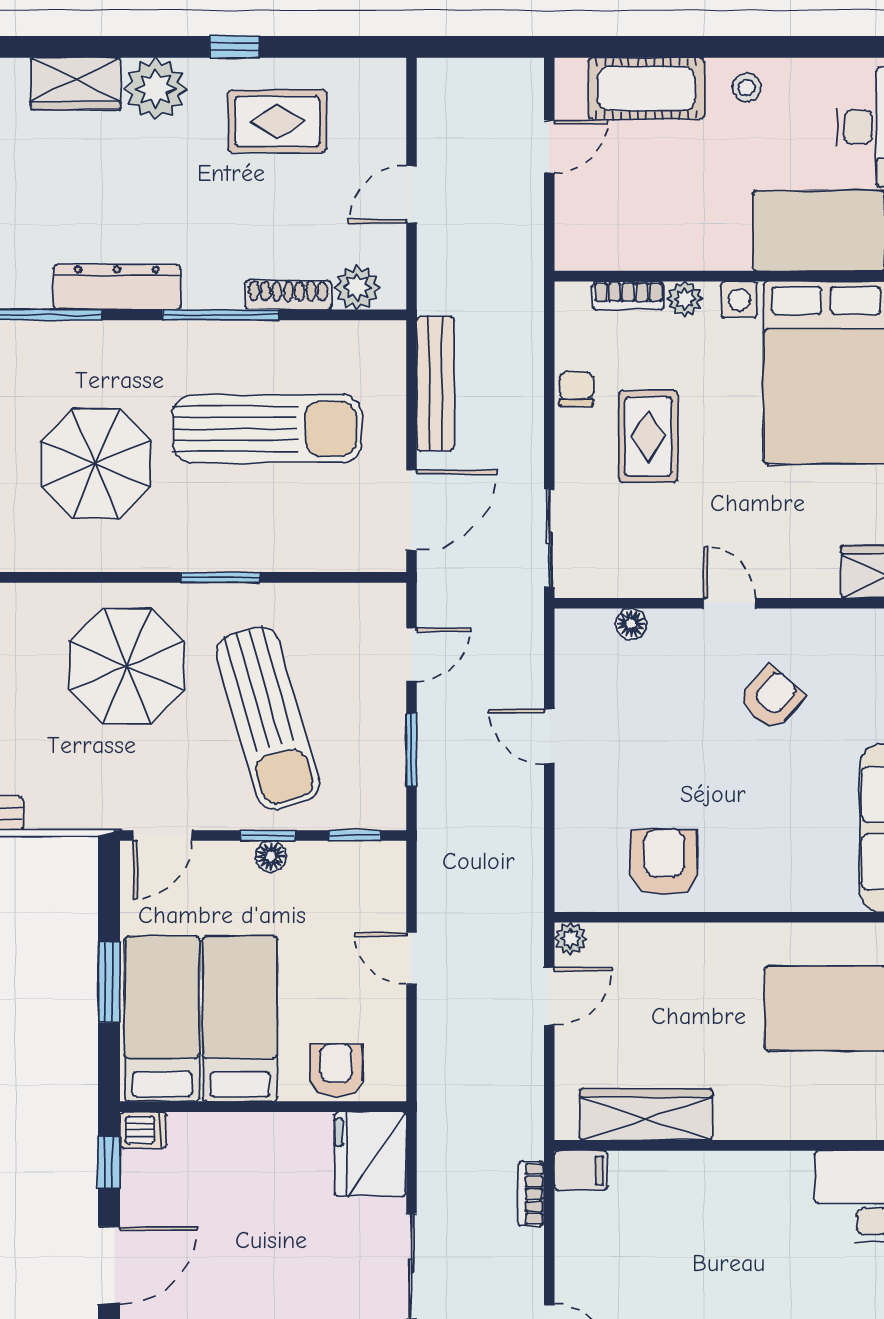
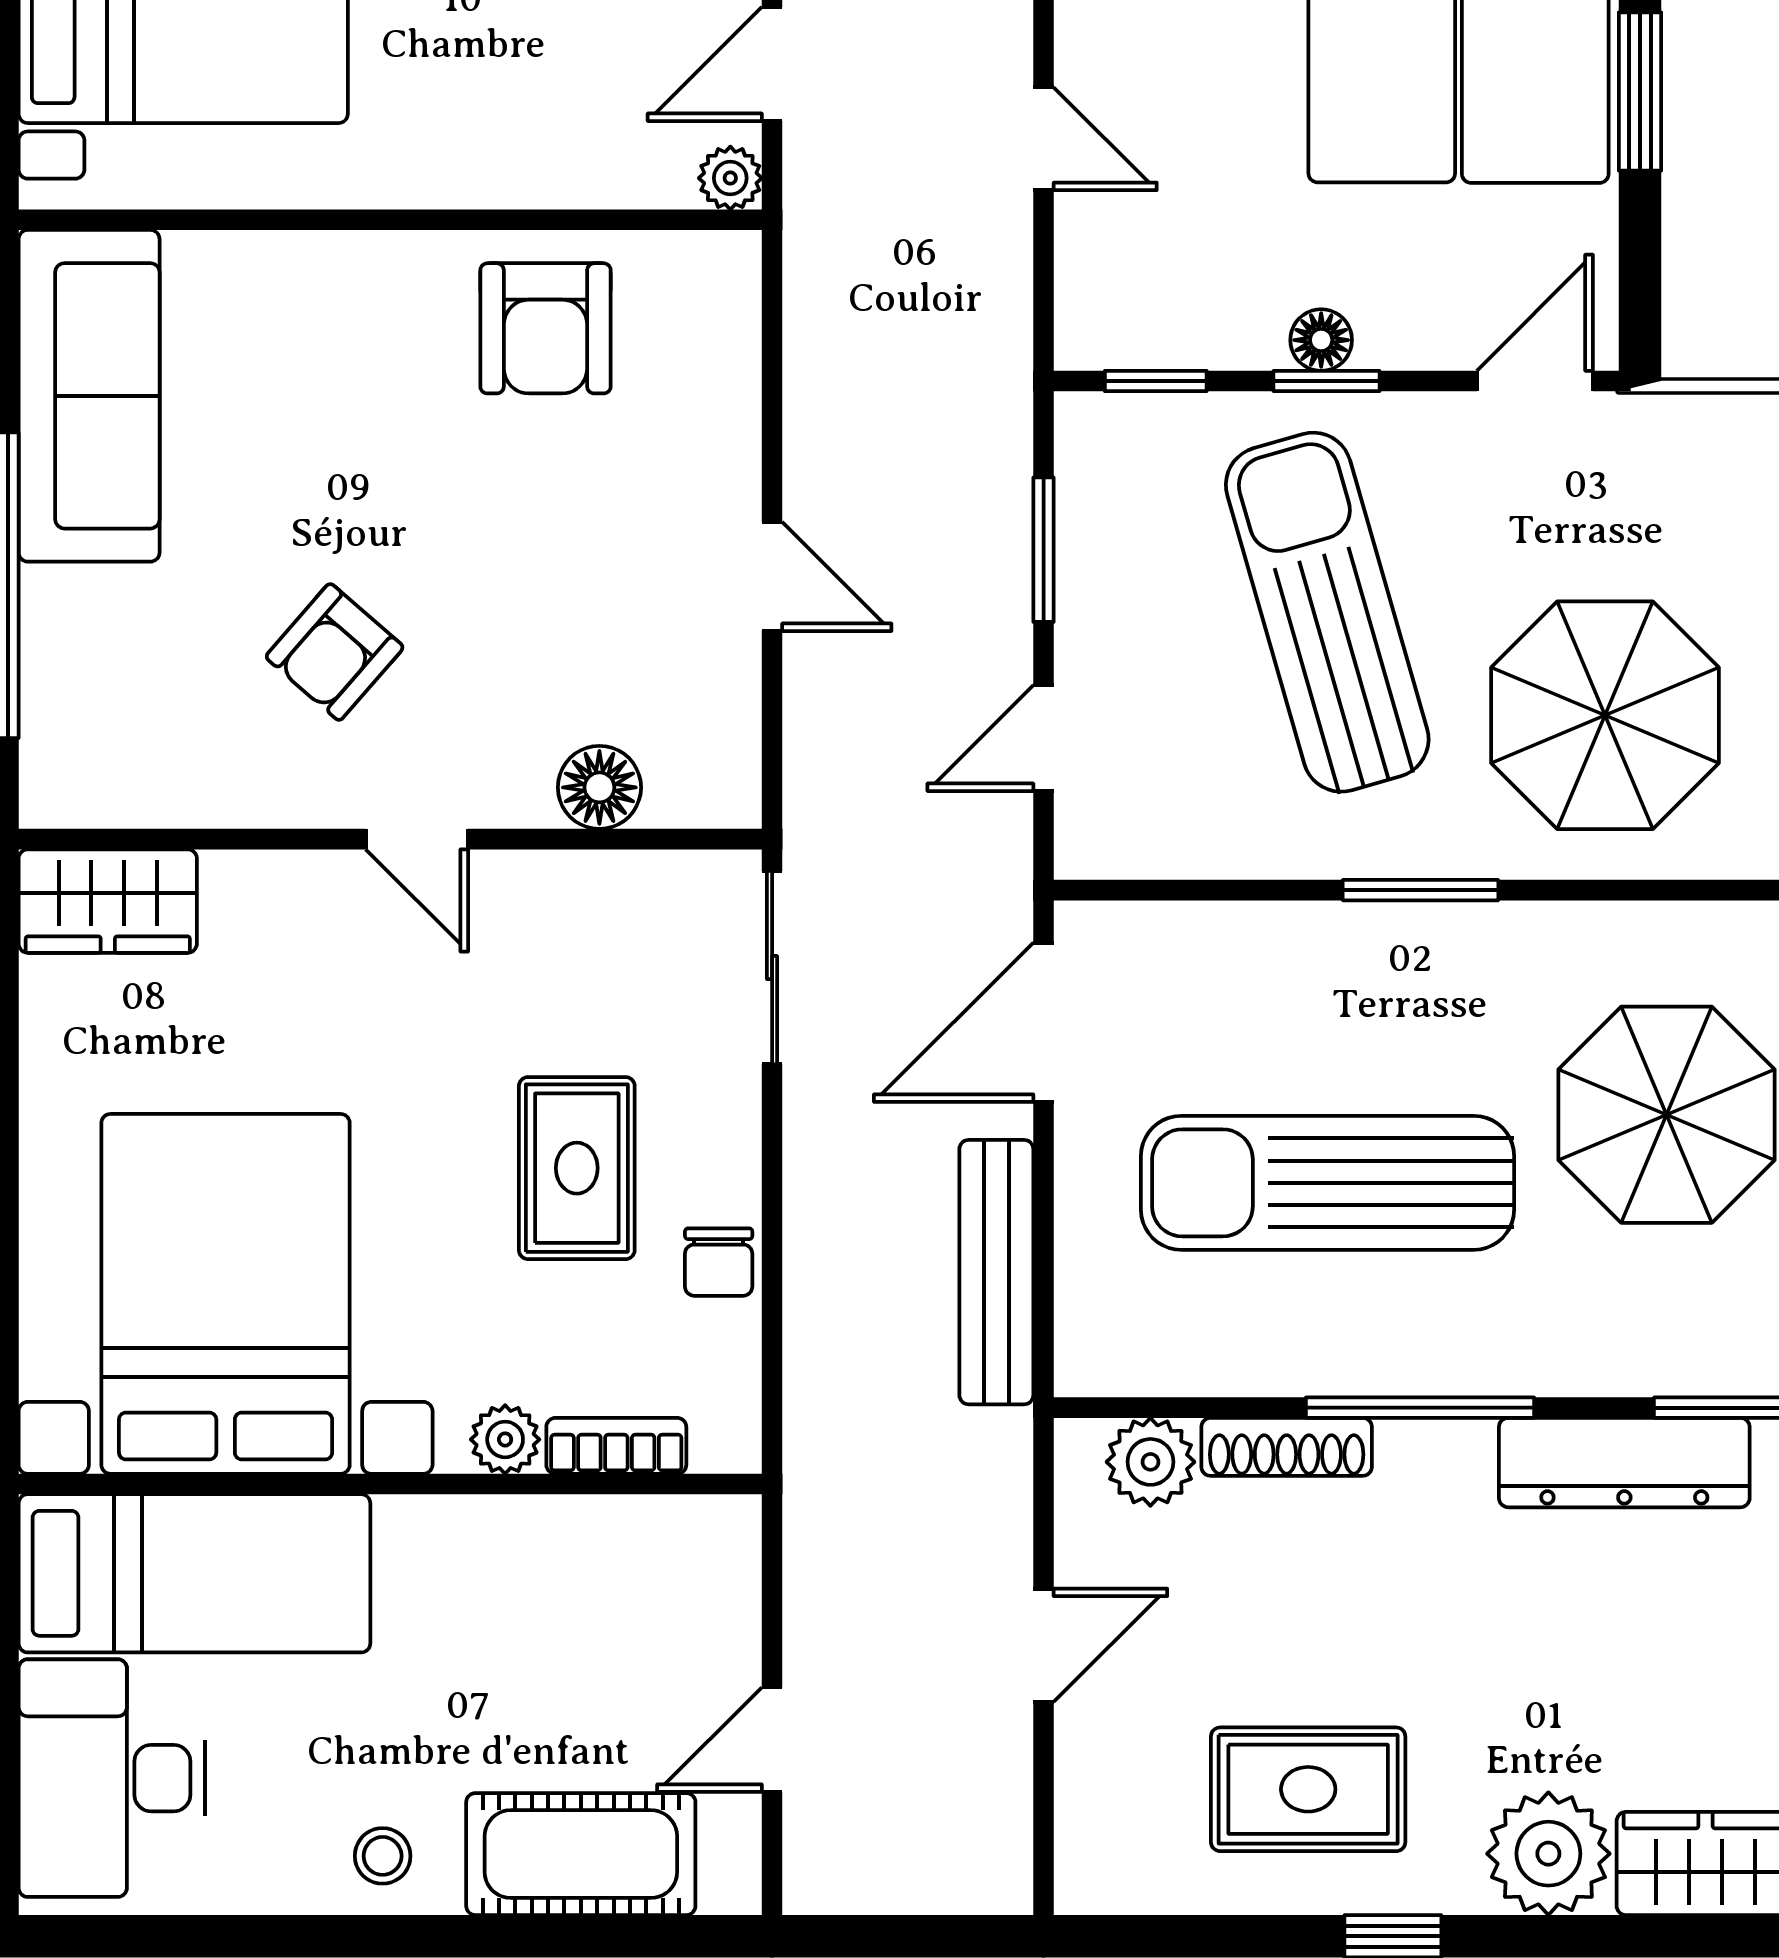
floor lamp: (631, 624) -> (599, 787), width x1.37, depth x1.37

